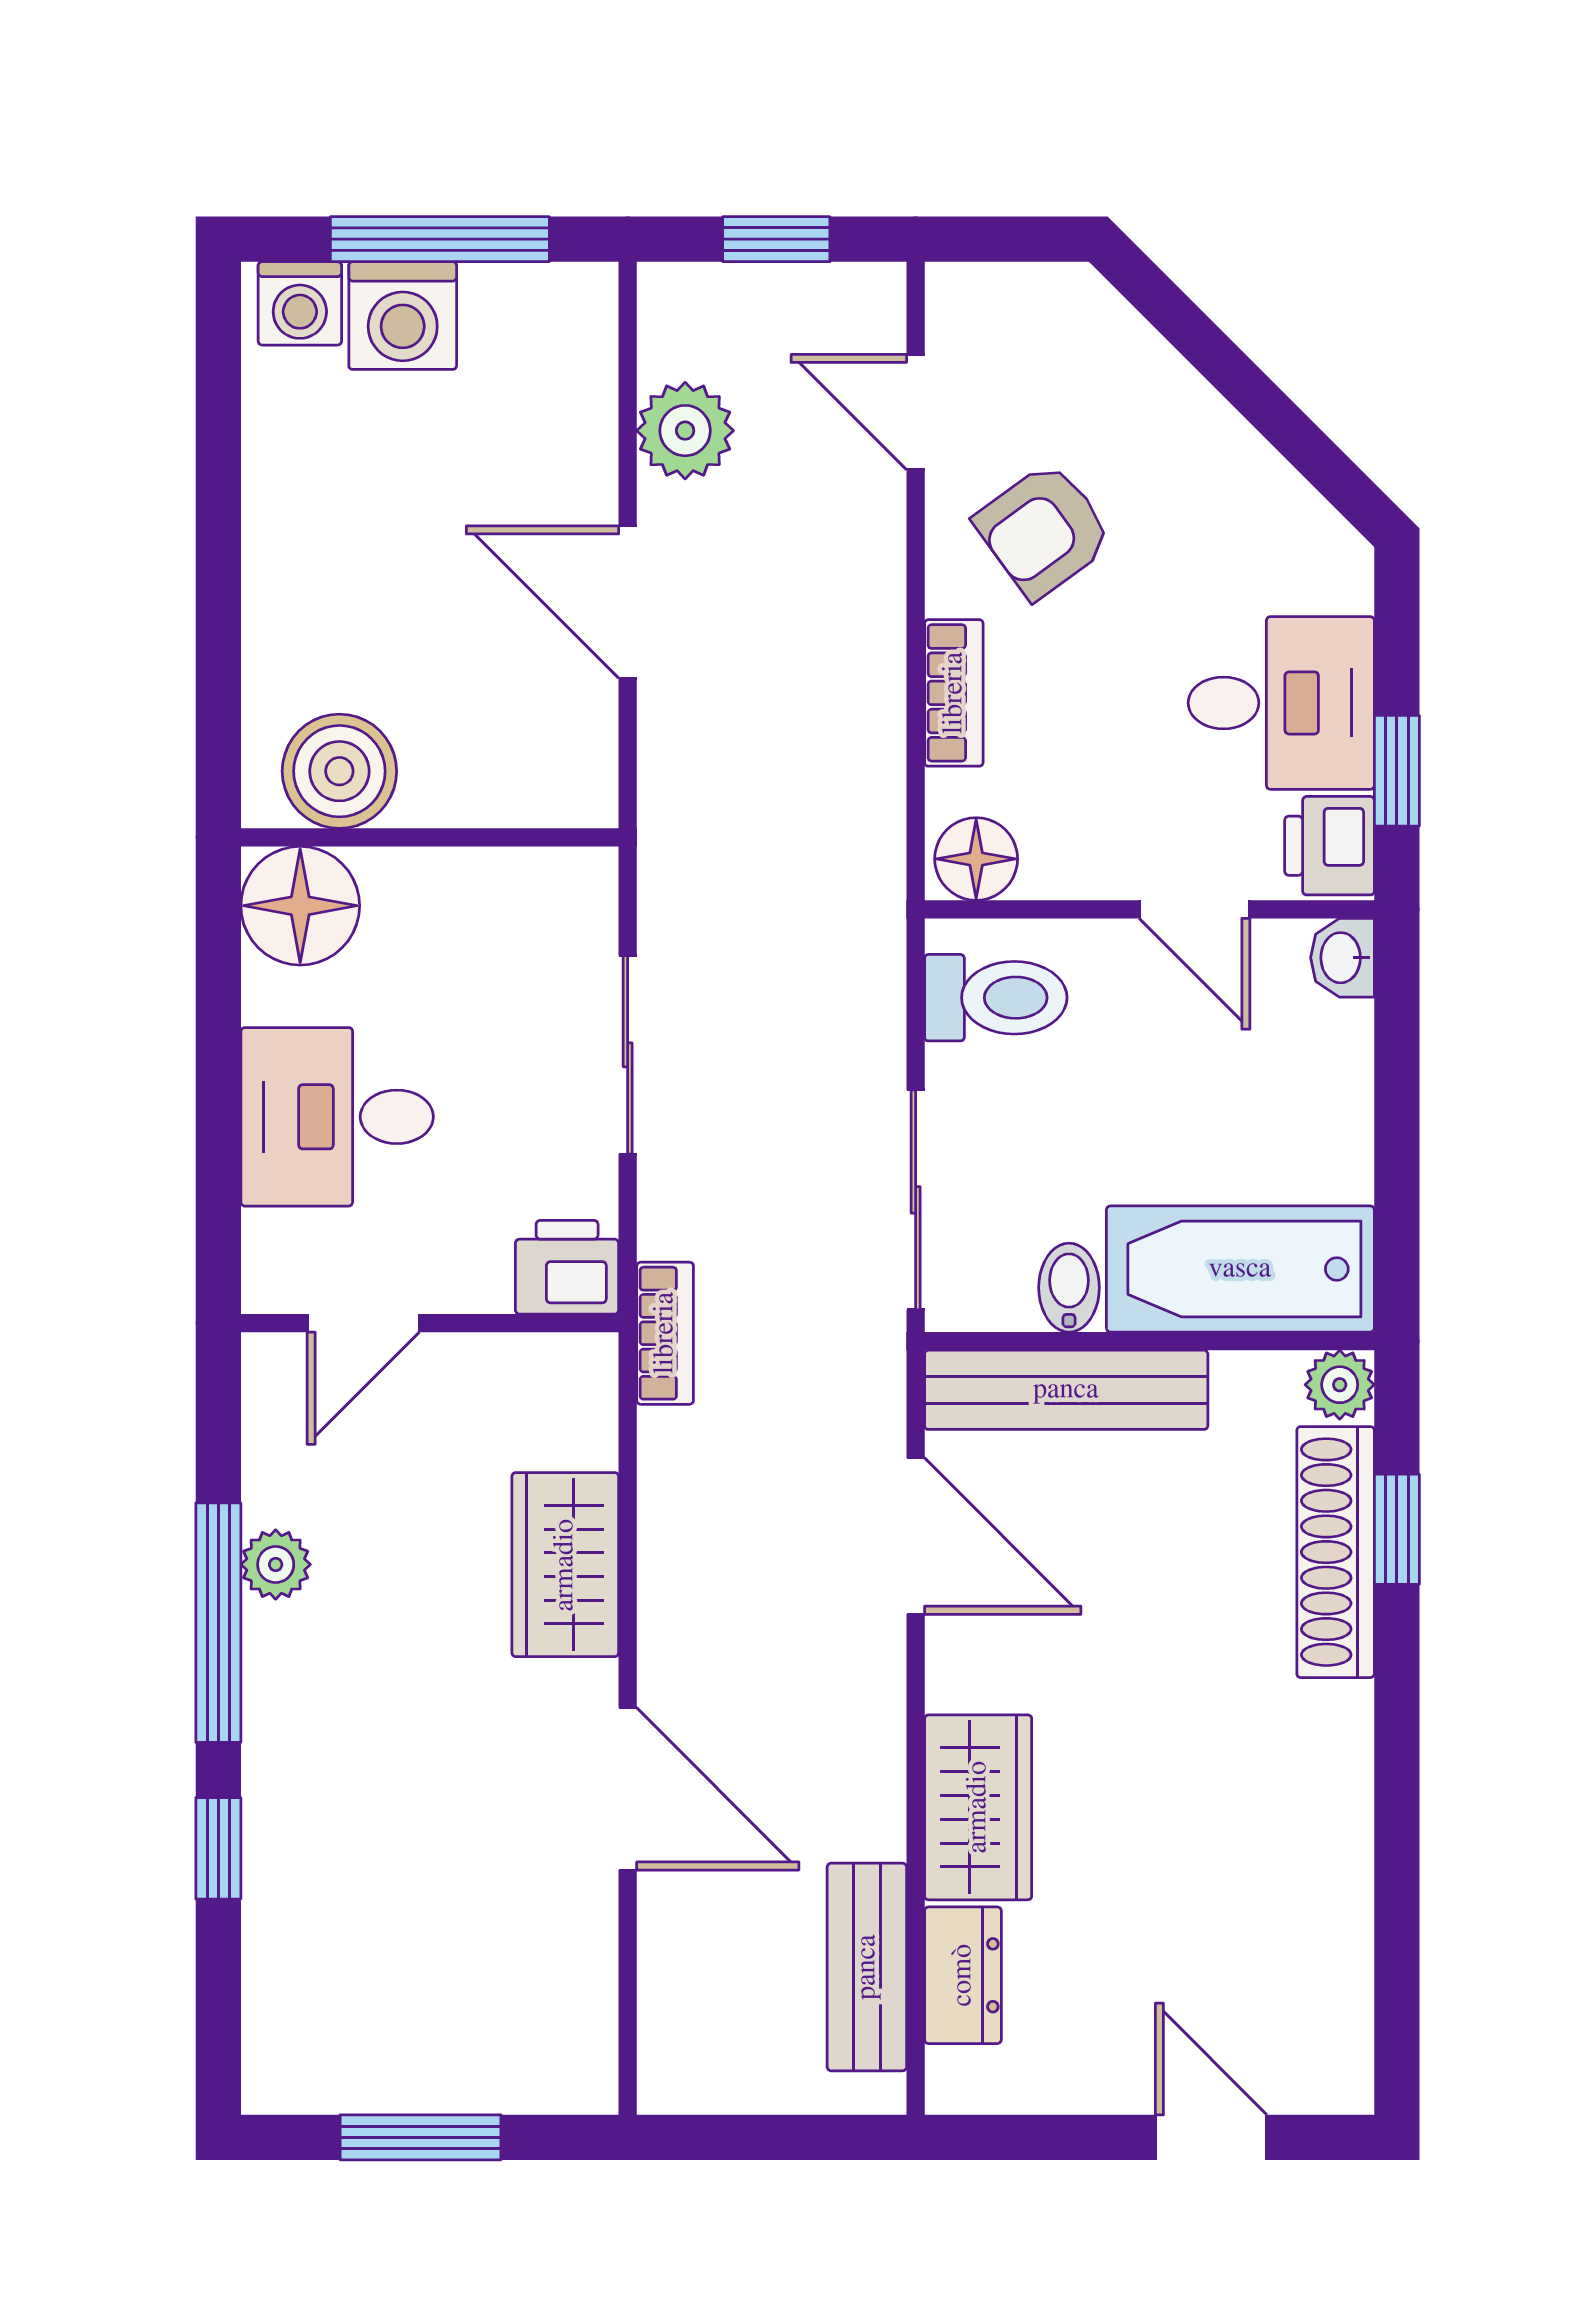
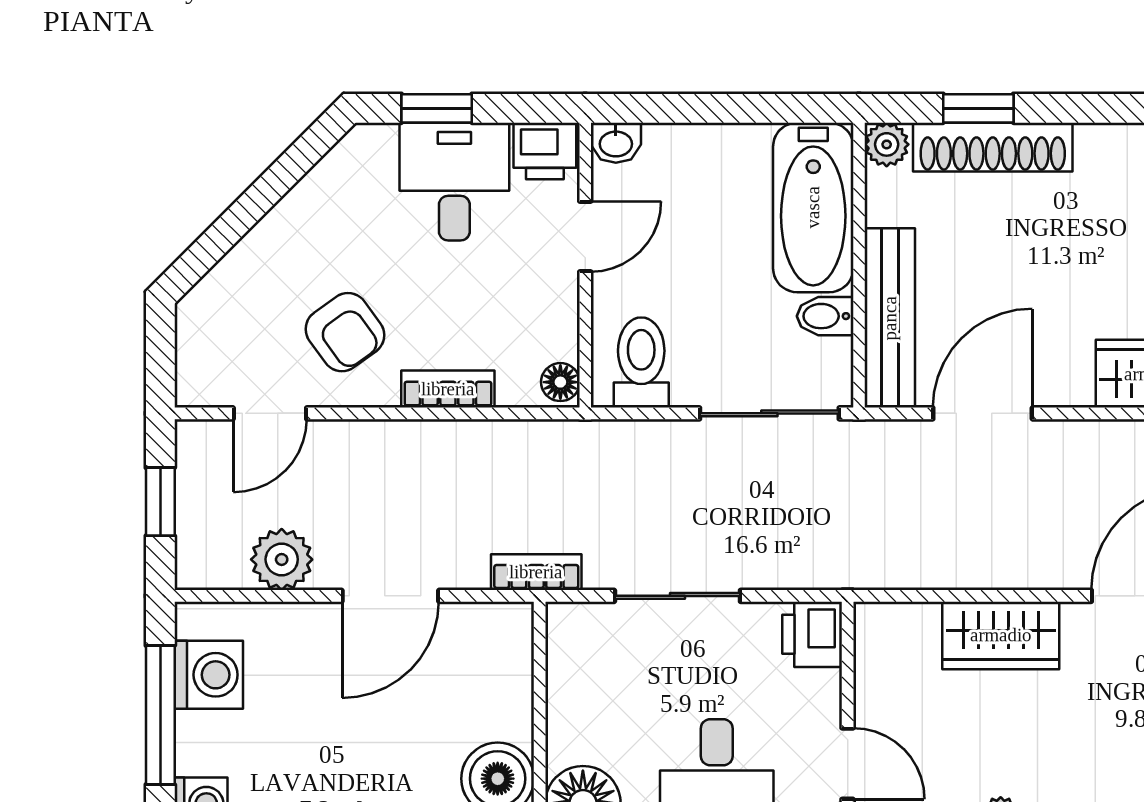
washing machine: (403, 316) -> (209, 675), moved
window: (1397, 771) -> (437, 108), moved
floor lamp: (976, 859) -> (560, 382), width x0.73, depth x0.73
bookcase: (665, 1333) -> (536, 572), moved

